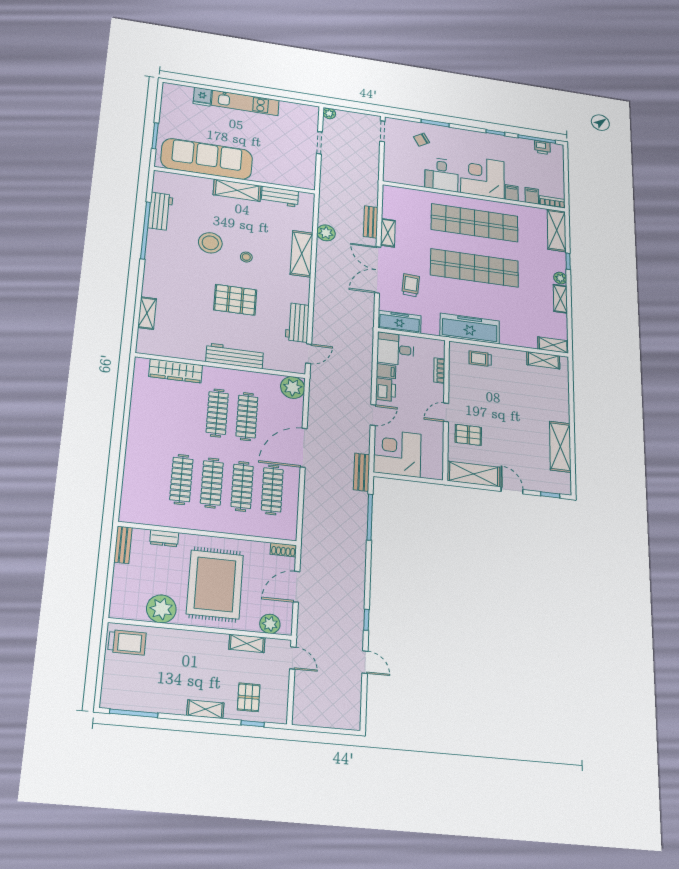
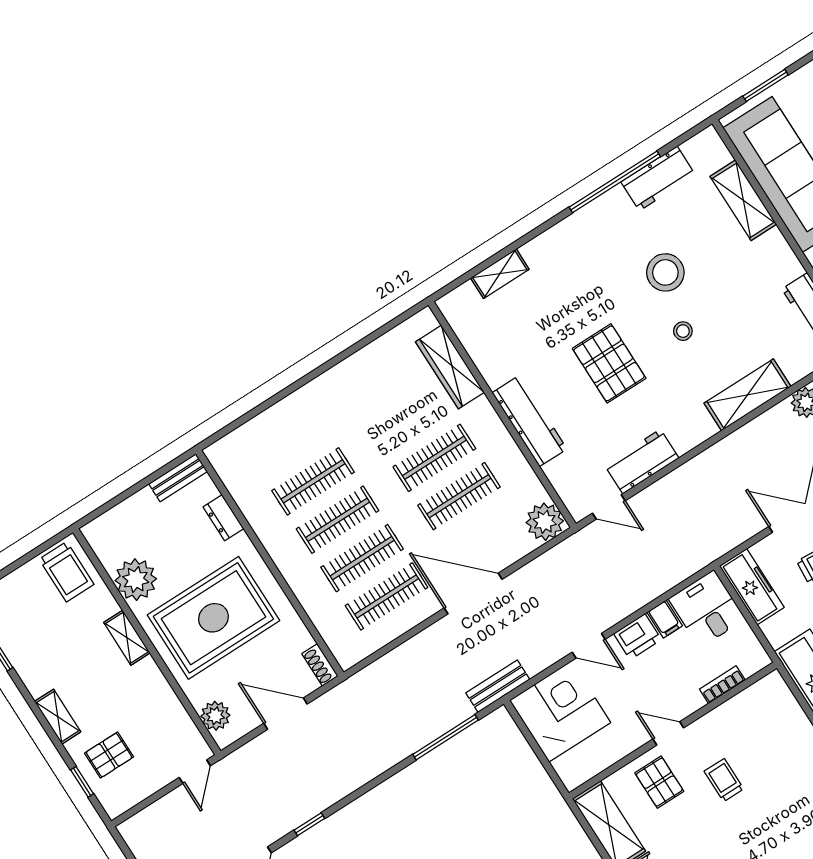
shelving: (237, 190) -> (743, 200), moved
trolley: (480, 359) -> (724, 780), moved
shelving: (247, 643) -> (127, 638), moved

